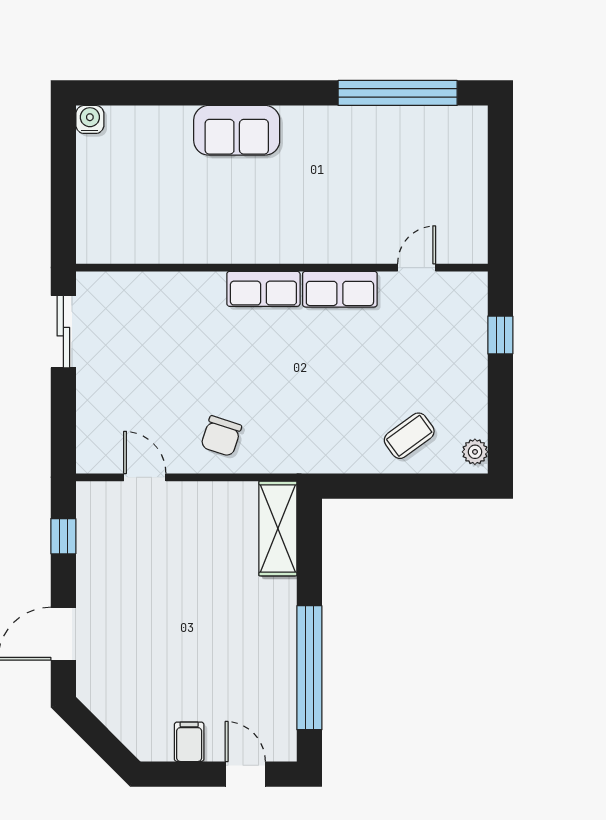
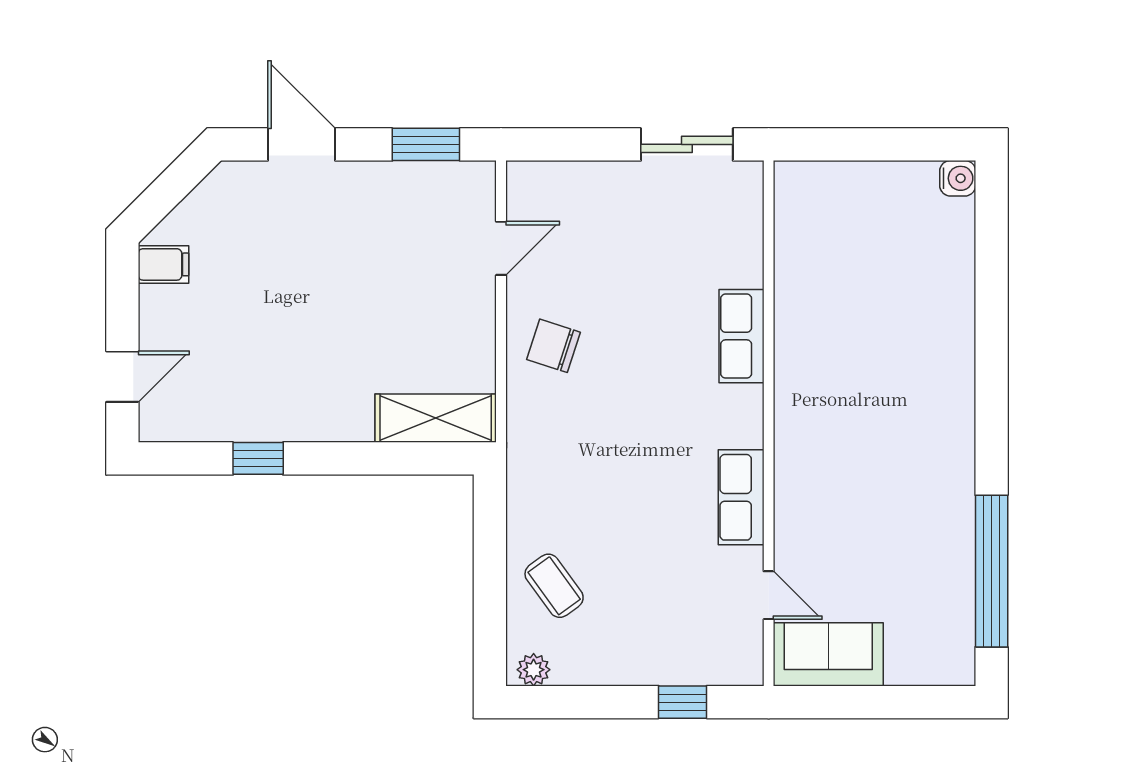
sofa: (237, 130) -> (828, 654), moved, turned 90
row of seats: (263, 289) -> (741, 336), moved
window: (63, 536) -> (426, 144), width x1.50
window: (309, 668) -> (258, 458), width x0.32
filing cabinet: (189, 742) -> (163, 264), moved

